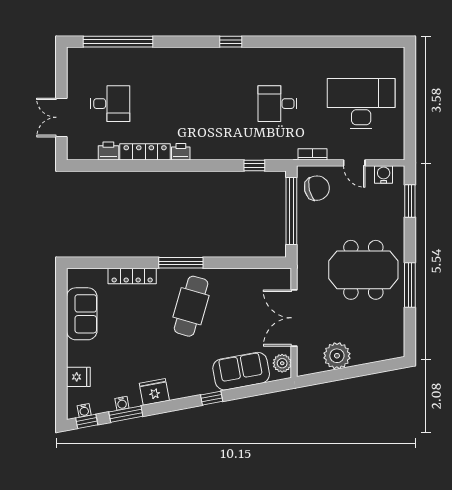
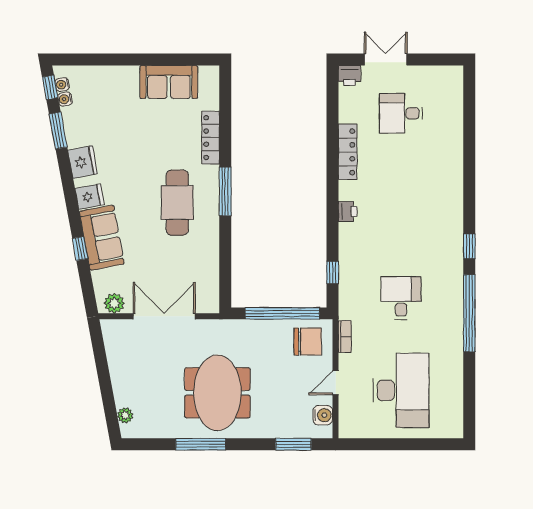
window: (118, 42) -> (469, 313), moved
desk: (110, 104) -> (401, 113), turned 90
printer: (108, 151) -> (350, 75), moved, turned 90
printer: (181, 152) -> (348, 211), moved
chair: (317, 188) -> (308, 342), turned -77
cafe table: (191, 306) -> (177, 203), turned 74
plant: (337, 356) -> (125, 415), moved, width x0.53, depth x0.53
sofa: (241, 371) -> (102, 238), moved
fridge: (78, 377) -> (90, 197), moved, turned -101
window: (212, 398) -> (80, 248), moved
water cooler: (122, 403) -> (65, 99), moved

